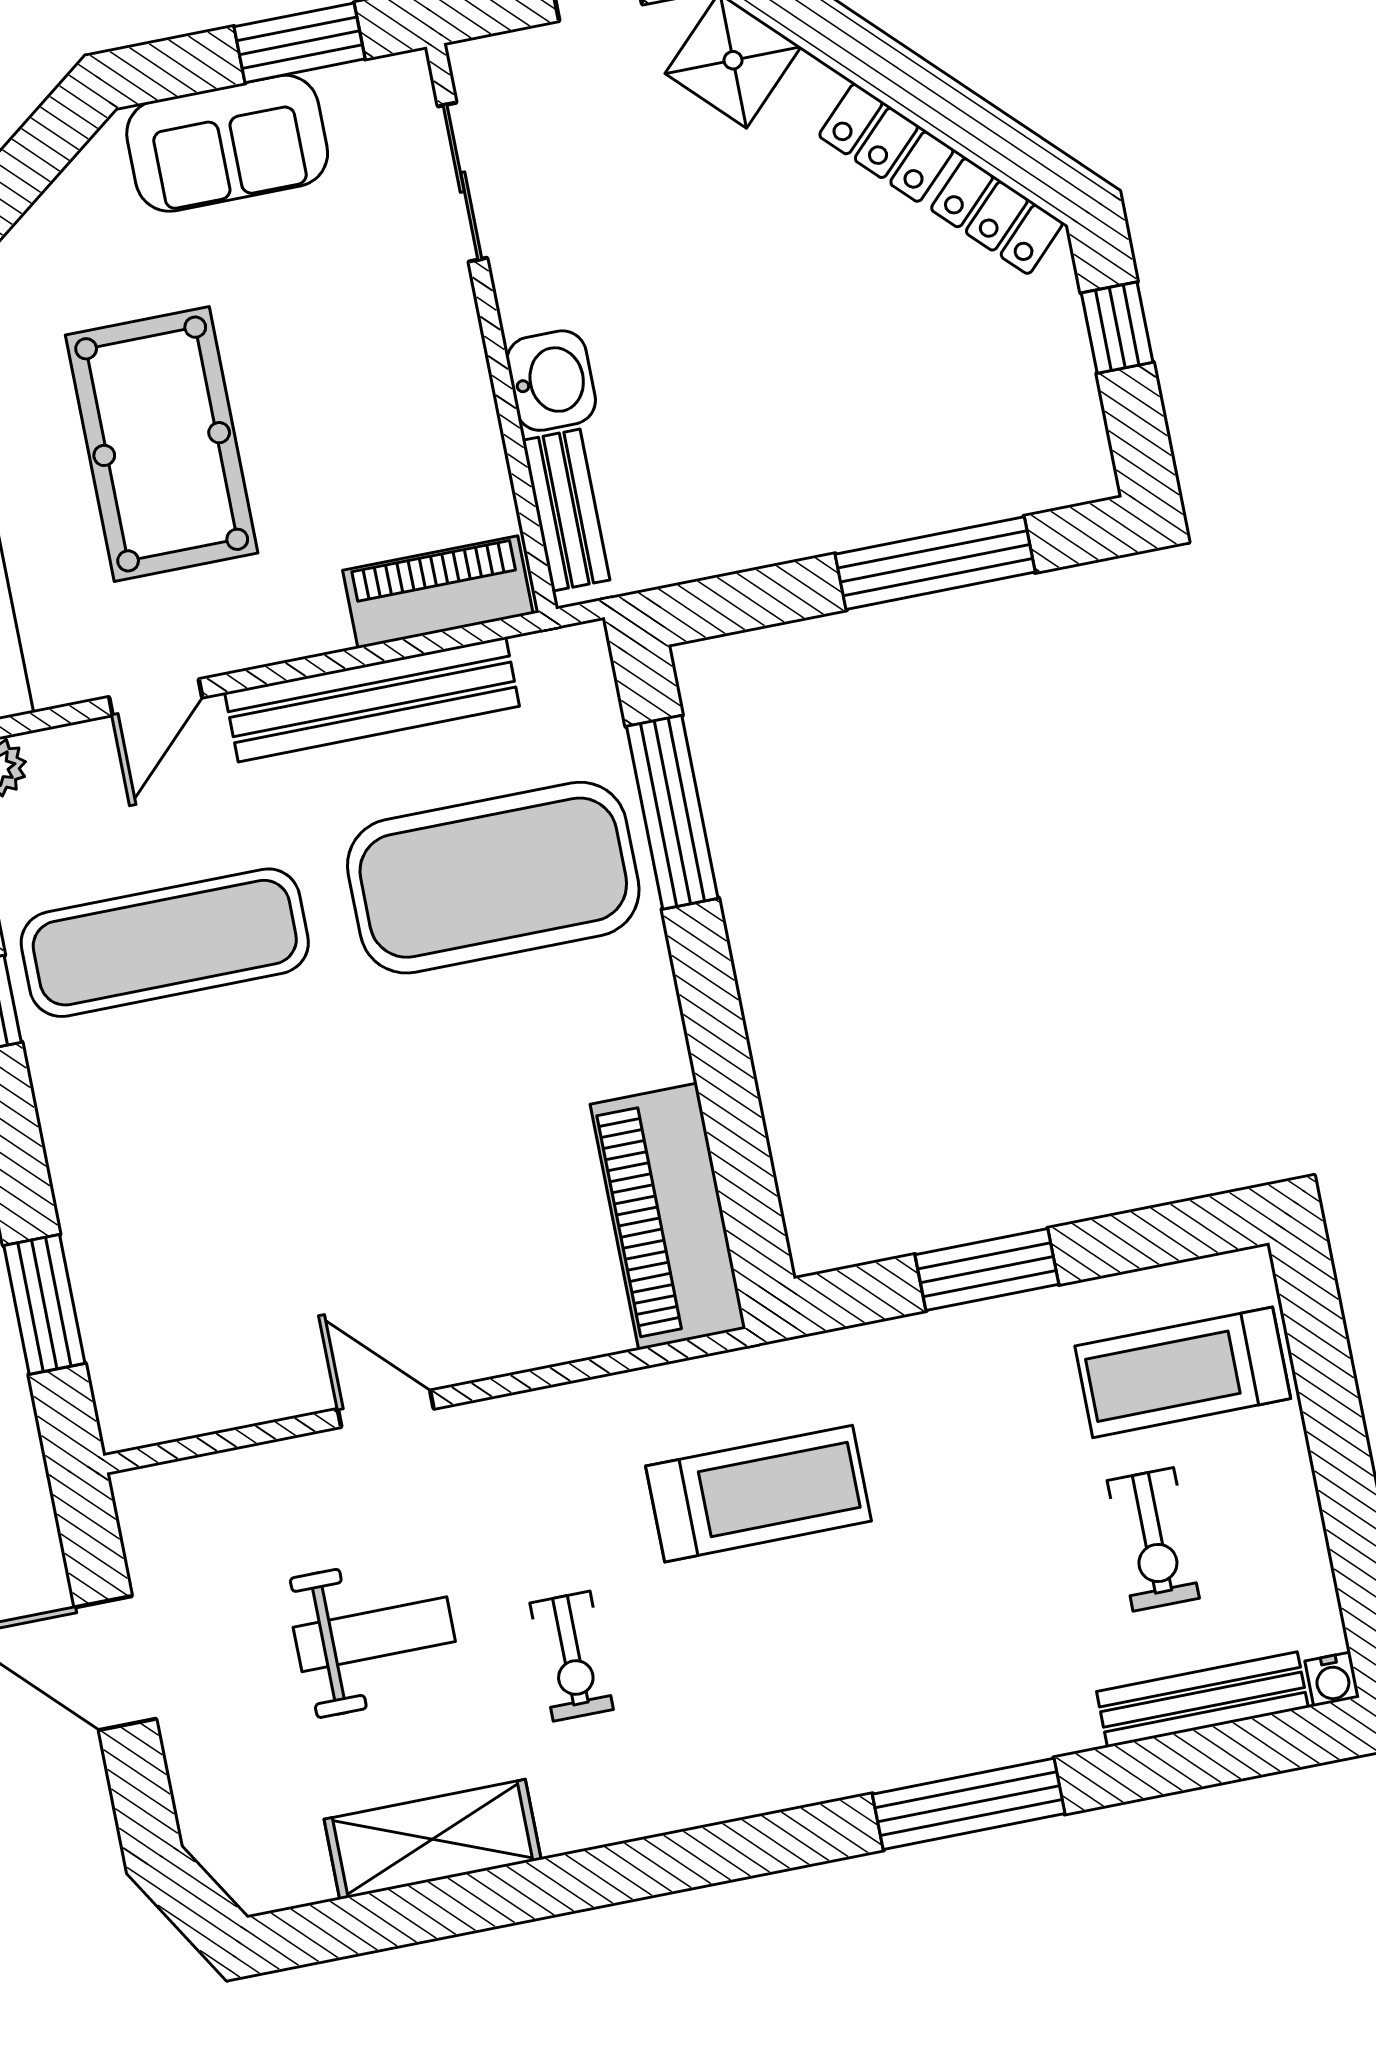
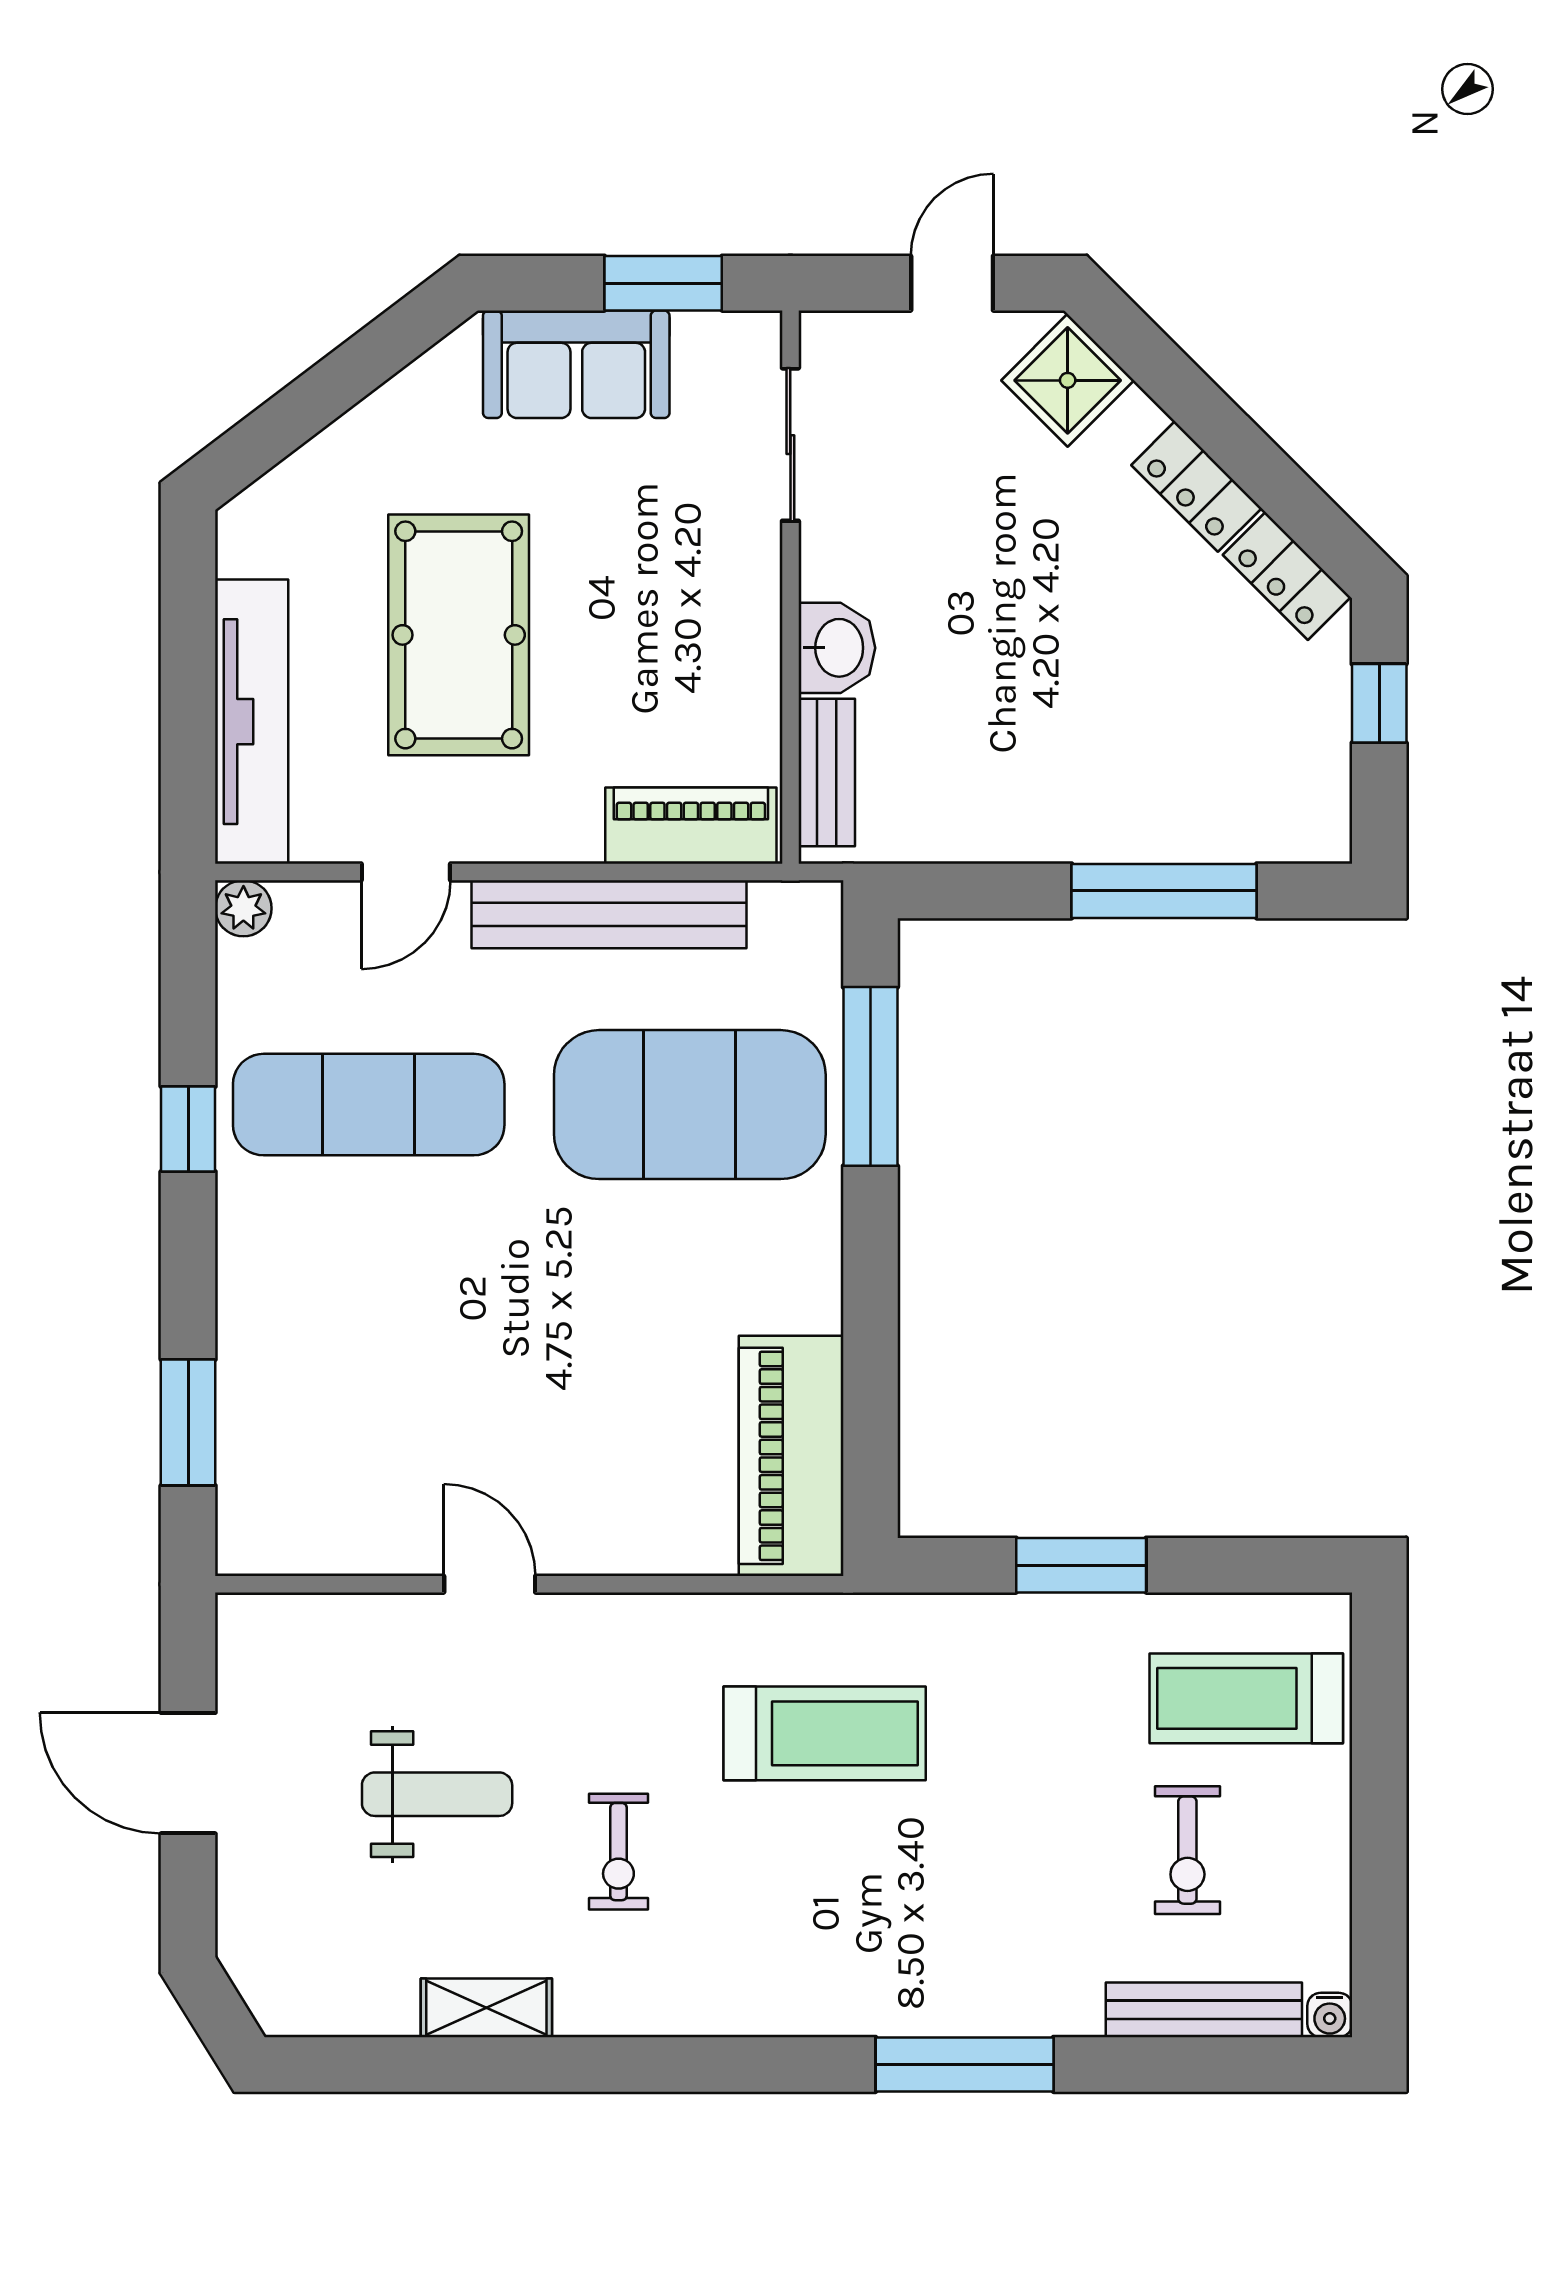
shelving: (433, 1839) -> (486, 2008), width x0.67, depth x0.75

